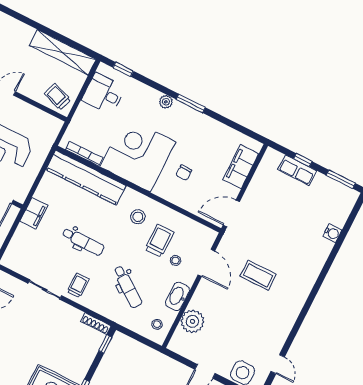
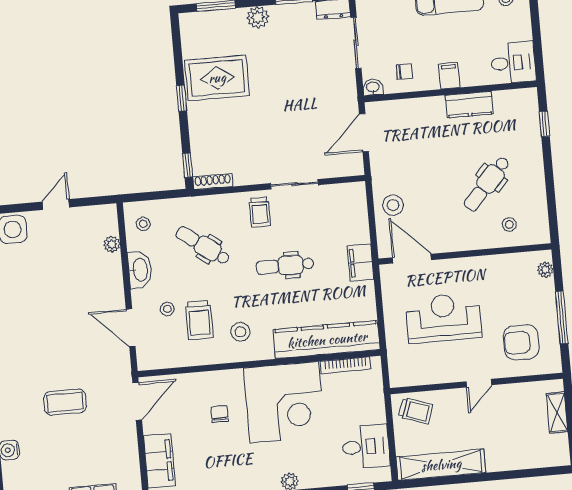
coffee table: (258, 275) -> (65, 402), moved
plant: (192, 321) -> (112, 244), width x0.53, depth x0.53

